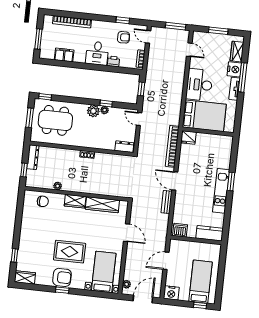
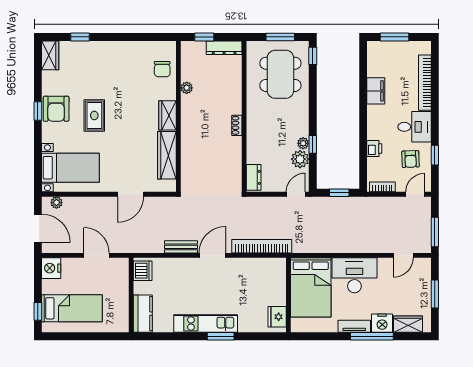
desk: (97, 53) -> (415, 127), moved, turned 180
filing cabinet: (64, 55) -> (376, 91), moved
plant: (93, 111) -> (300, 159), moved
fridge: (188, 137) -> (277, 317), moved
rug: (70, 252) -> (94, 115), width x0.73, depth x0.70

